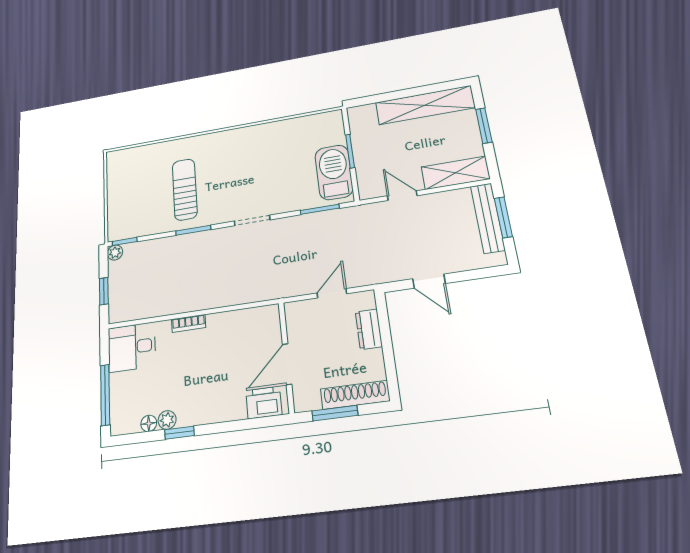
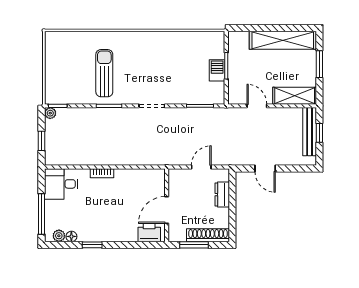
barbecue: (334, 172) -> (217, 70), width x0.53, depth x0.65
window: (503, 217) -> (319, 133), width x0.67
plant: (167, 420) -> (59, 236), moved

